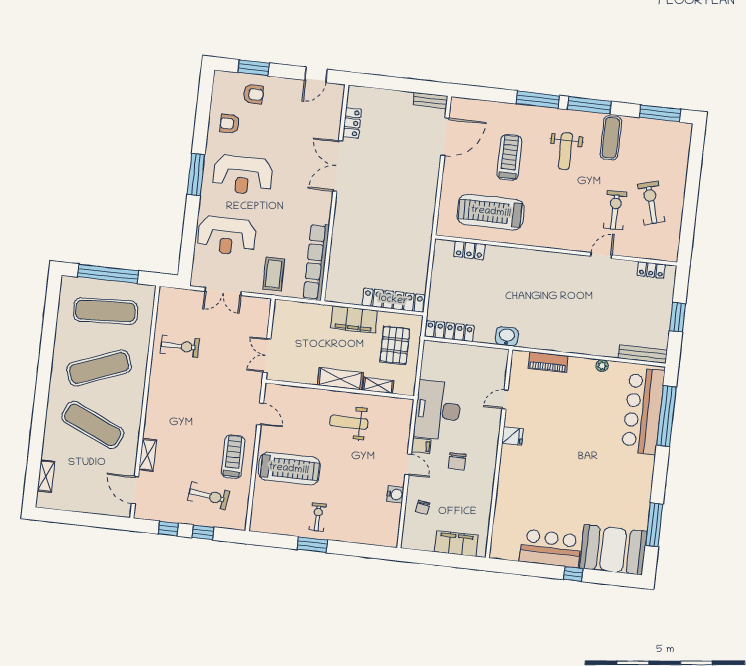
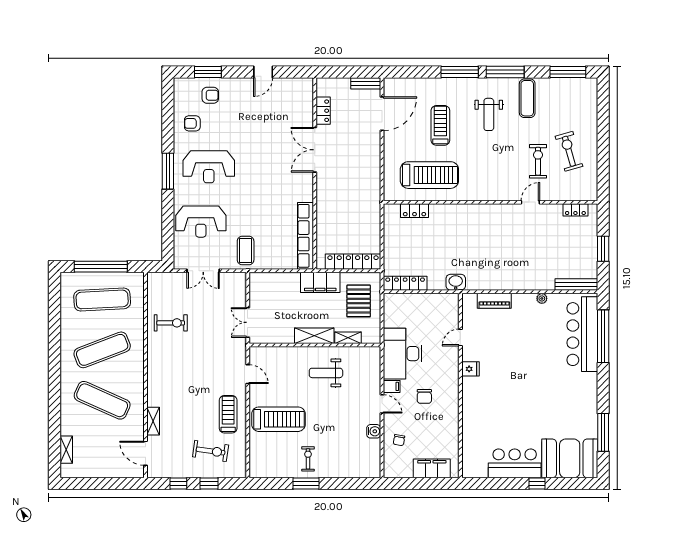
locker: (352, 123) -> (323, 111), moved
double door: (338, 166) -> (315, 150), moved
wall: (335, 193) -> (315, 174), moved
treadmill: (491, 212) -> (429, 175), turned 180
row of seats: (316, 262) -> (305, 236), moved

